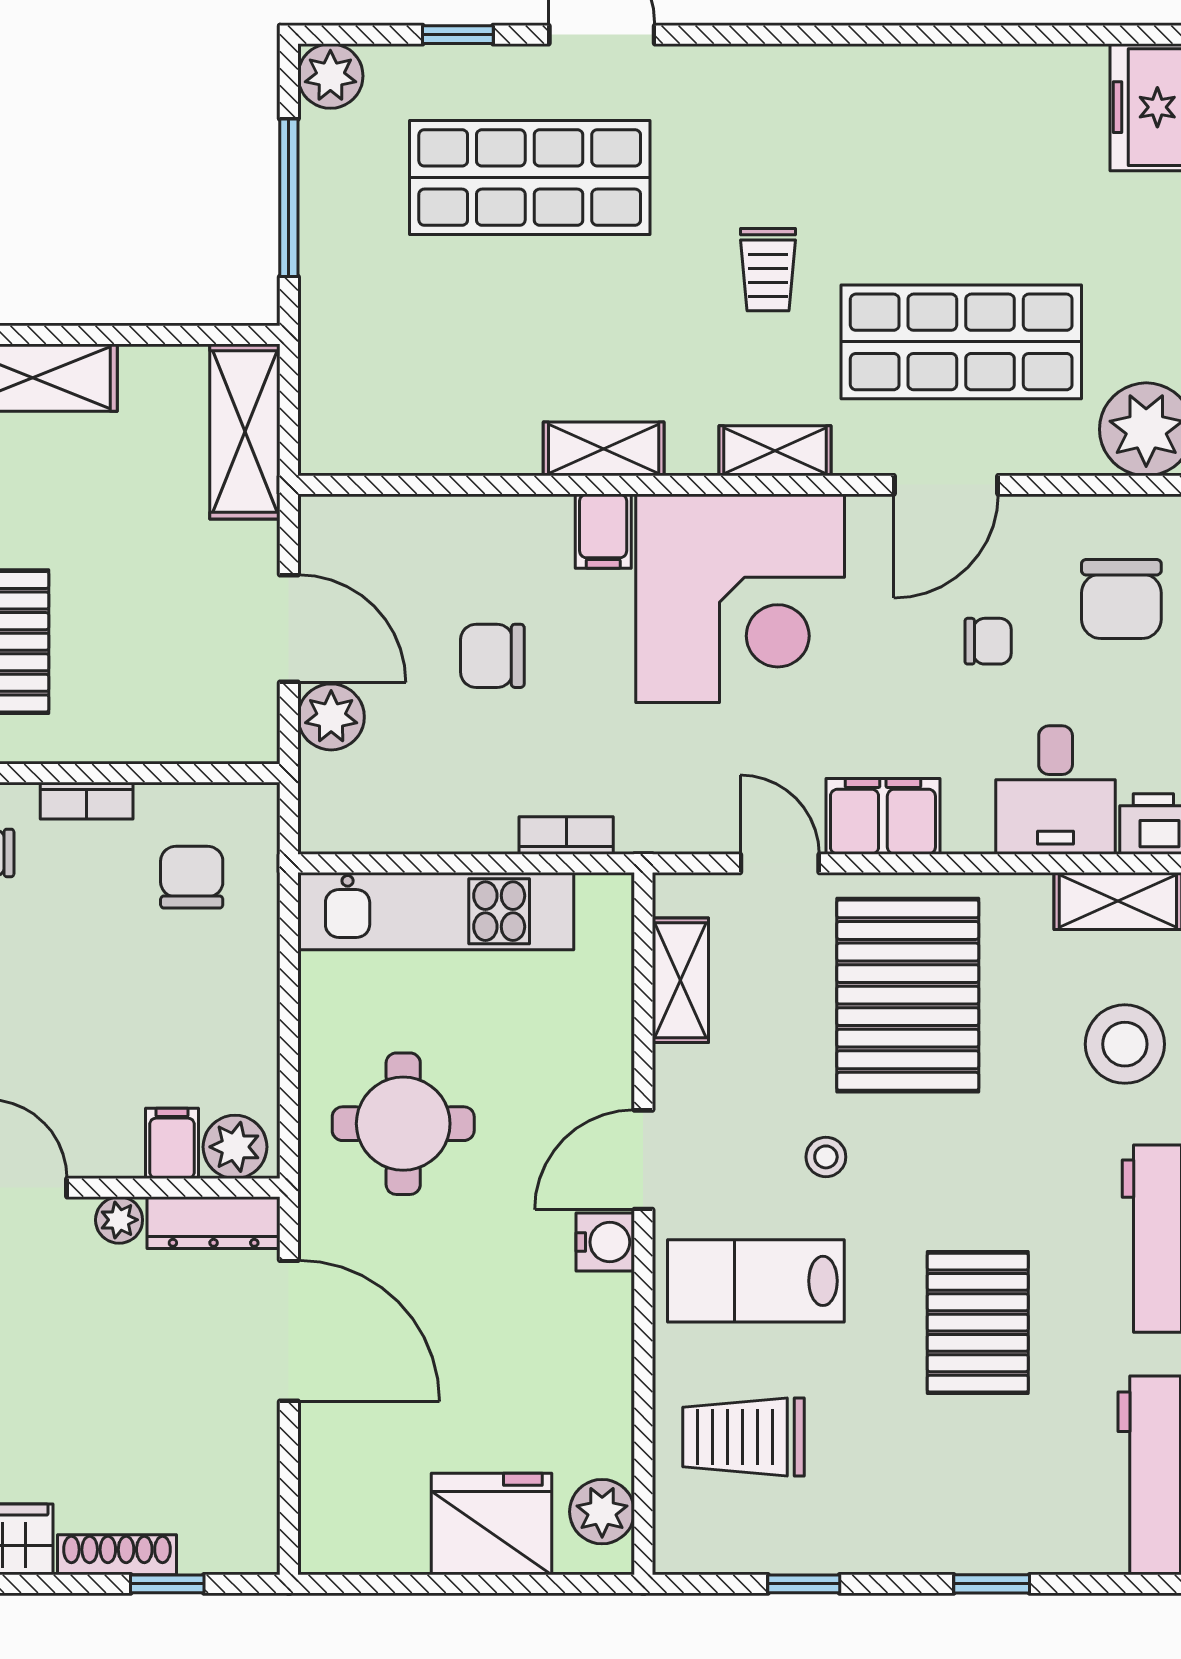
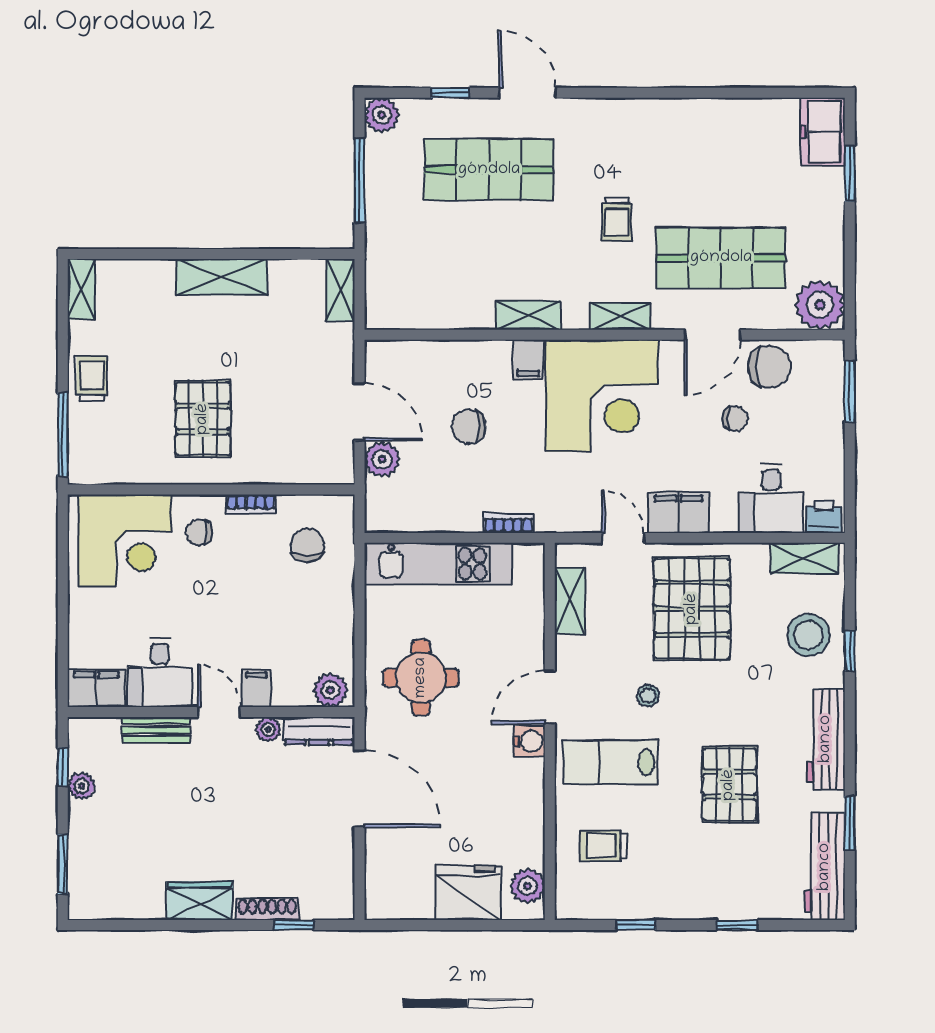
shelving: (245, 431) -> (341, 290), width x0.67, depth x0.75
chair: (1121, 599) -> (769, 367), moved, turned -90
filing cabinet: (172, 1143) -> (256, 688), moved
trolley: (743, 1437) -> (604, 846), width x0.73, depth x0.72

